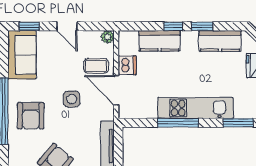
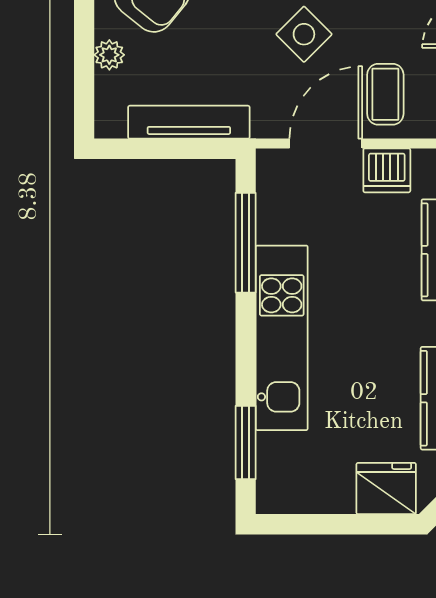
side table: (72, 99) -> (304, 34), turned 45
window: (178, 123) -> (246, 243), moved

